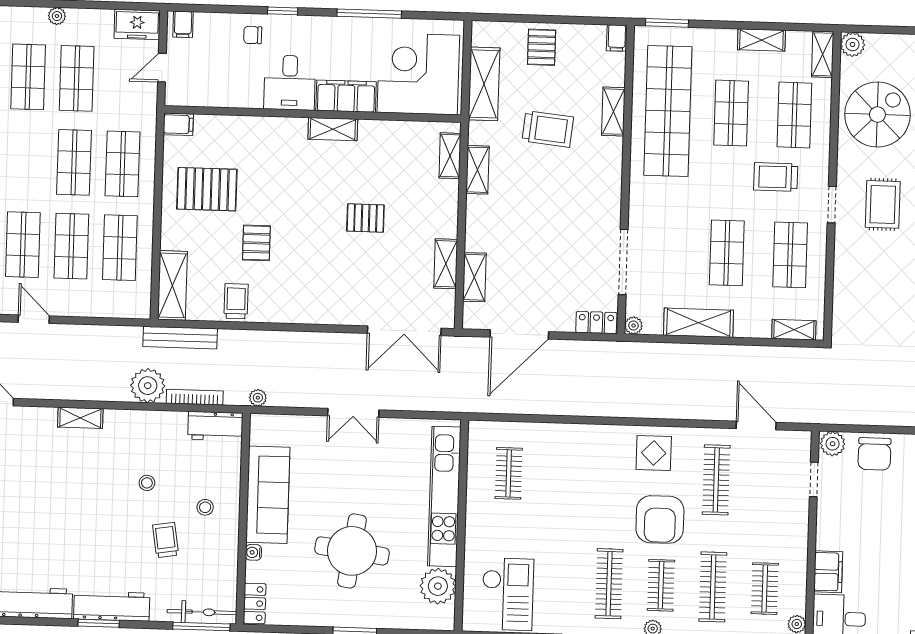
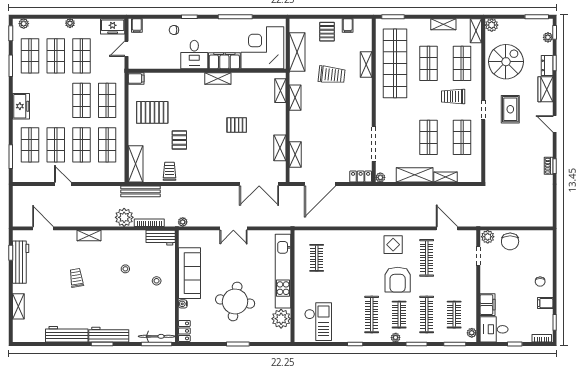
filing cabinet: (617, 38) -> (348, 26), moved
shelving: (794, 330) -> (446, 177), moved
trolley: (166, 540) -> (76, 278), moved

